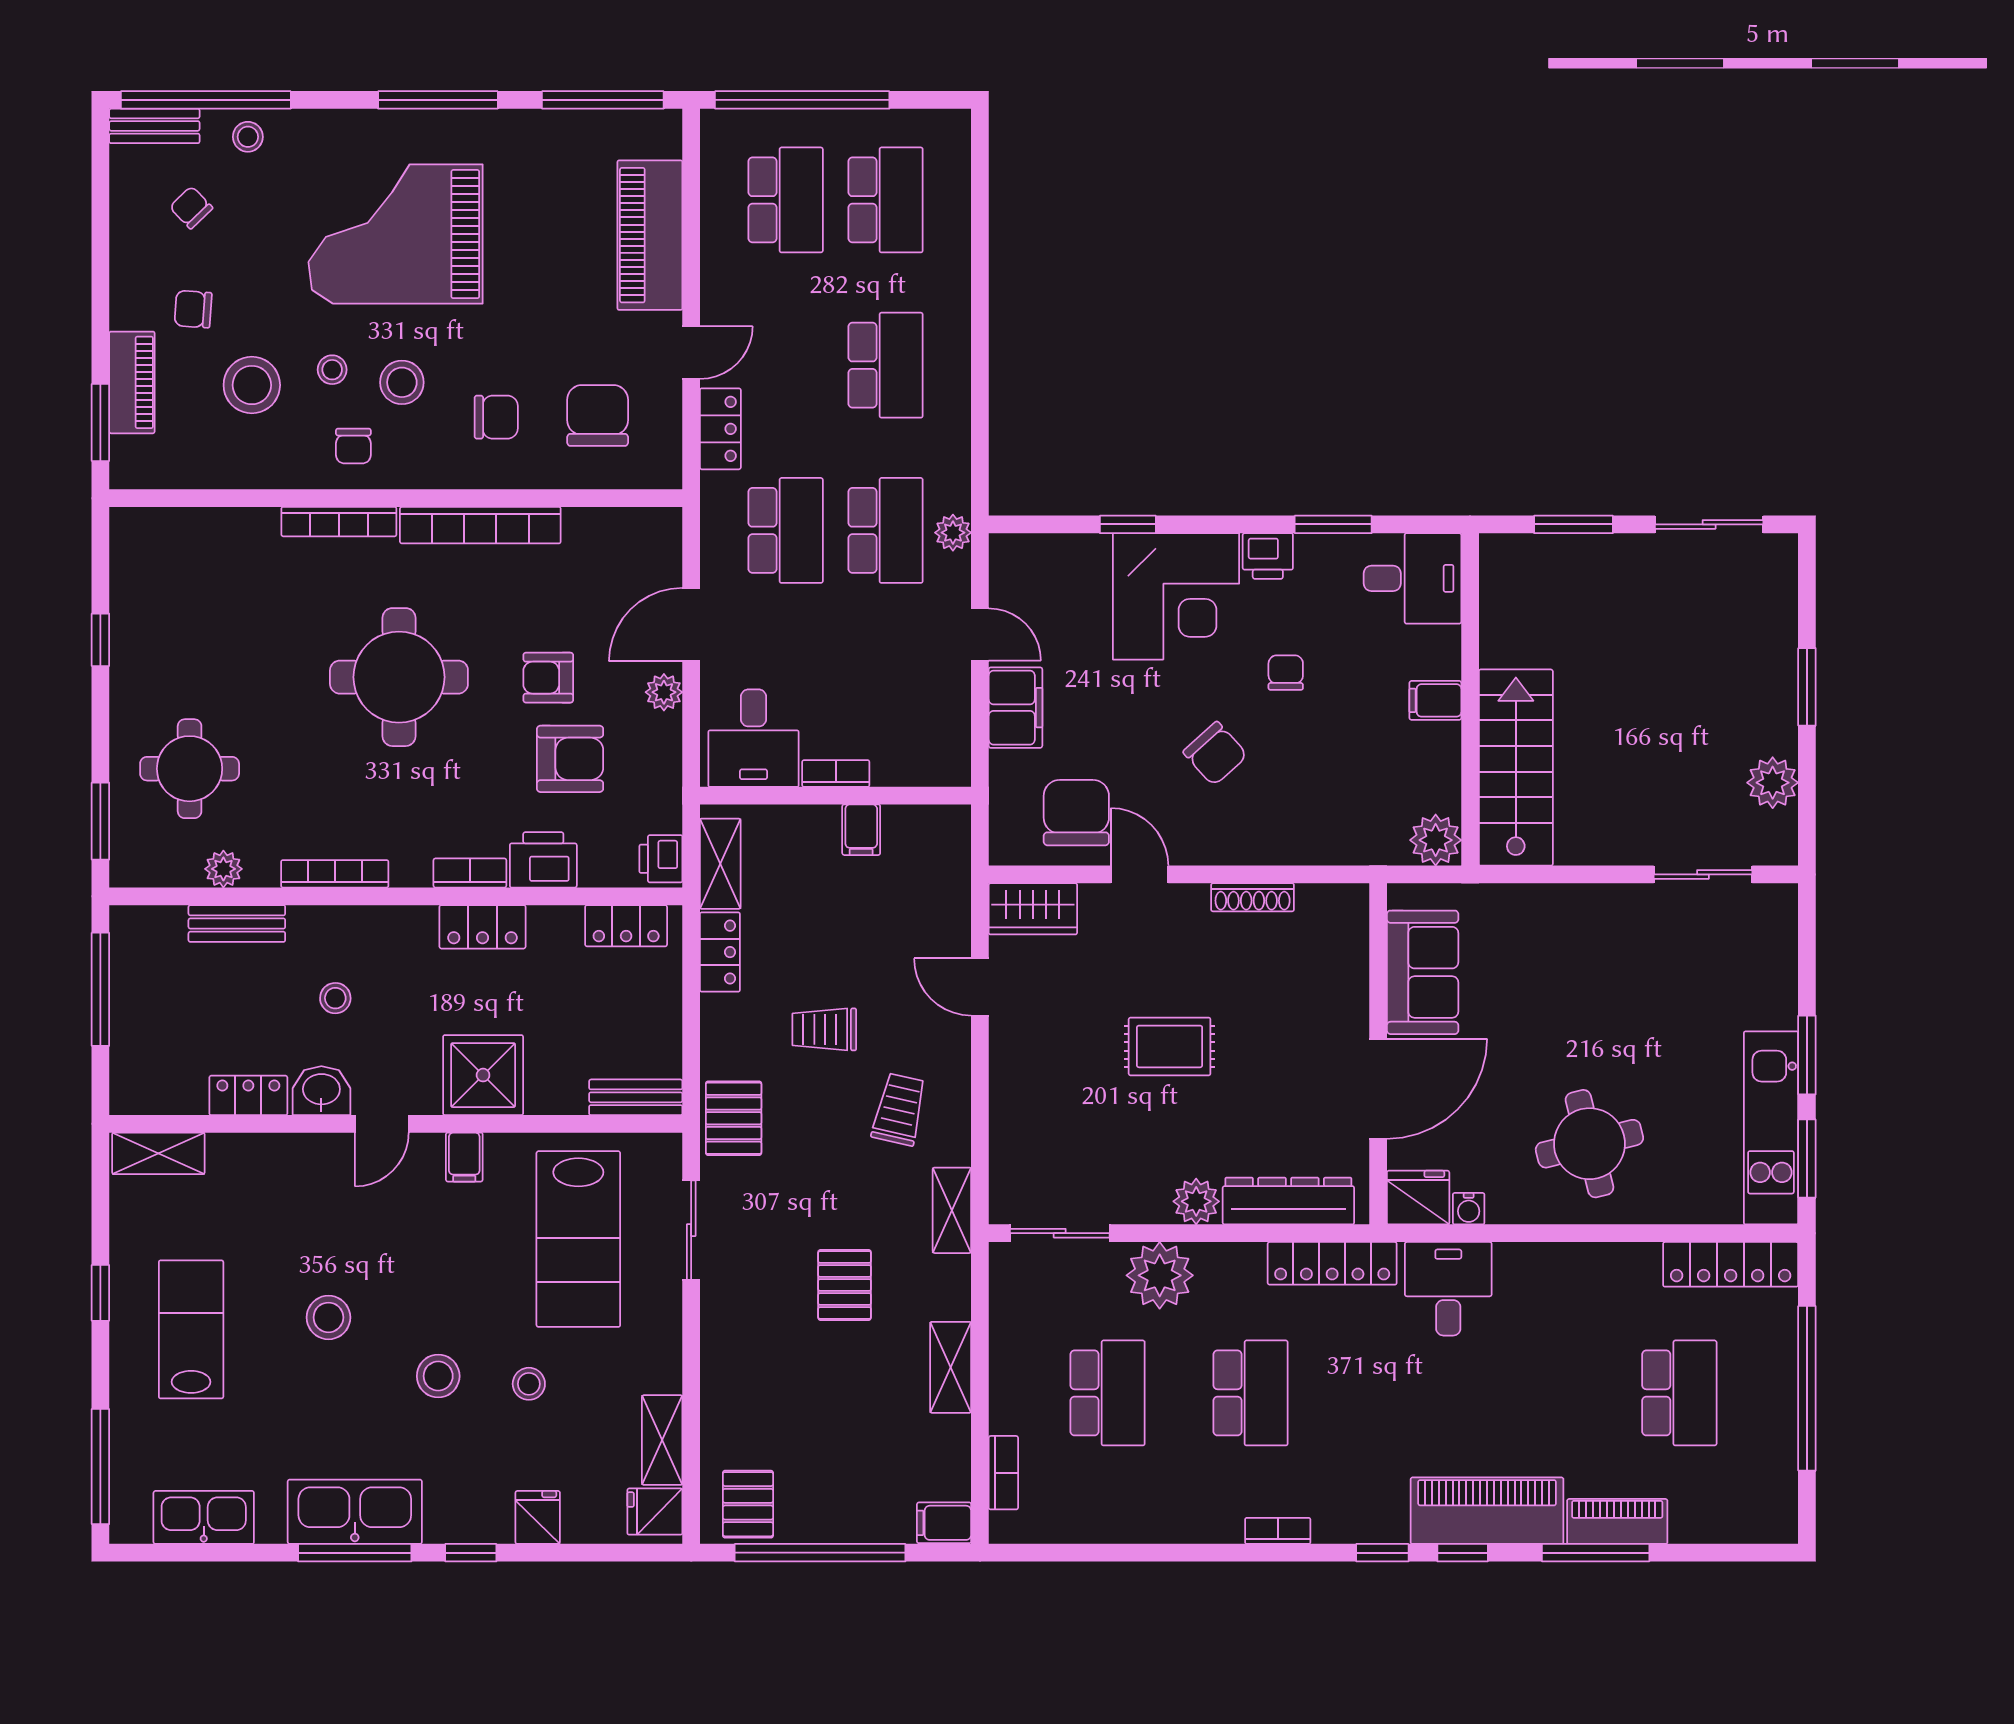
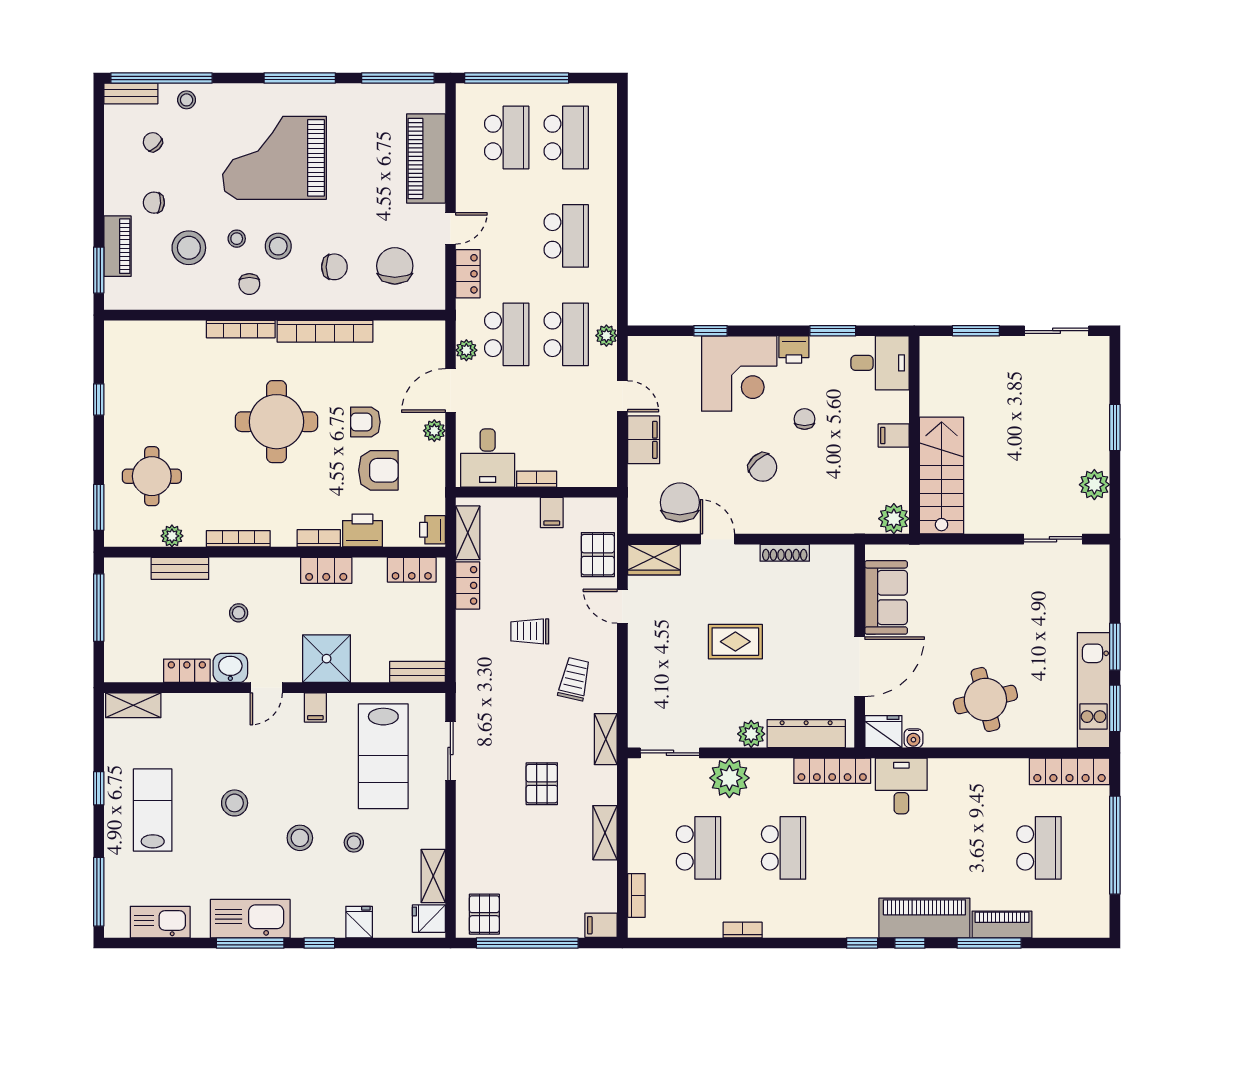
plant: (718, 557) -> (466, 350), added
pallet: (734, 1118) -> (598, 555), moved
bookcase: (1278, 1531) -> (743, 930), moved

